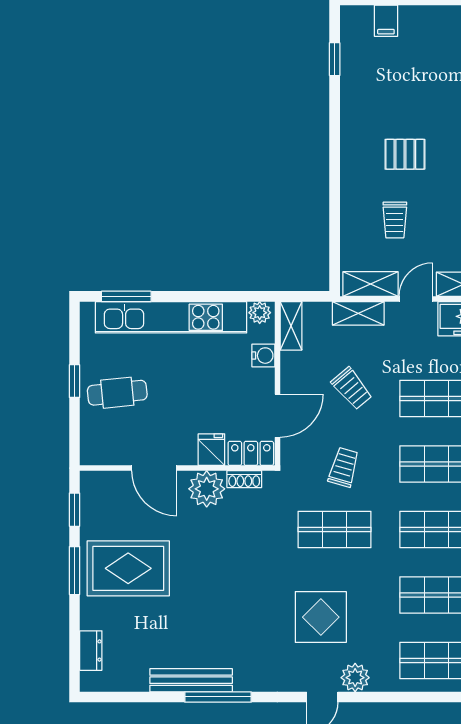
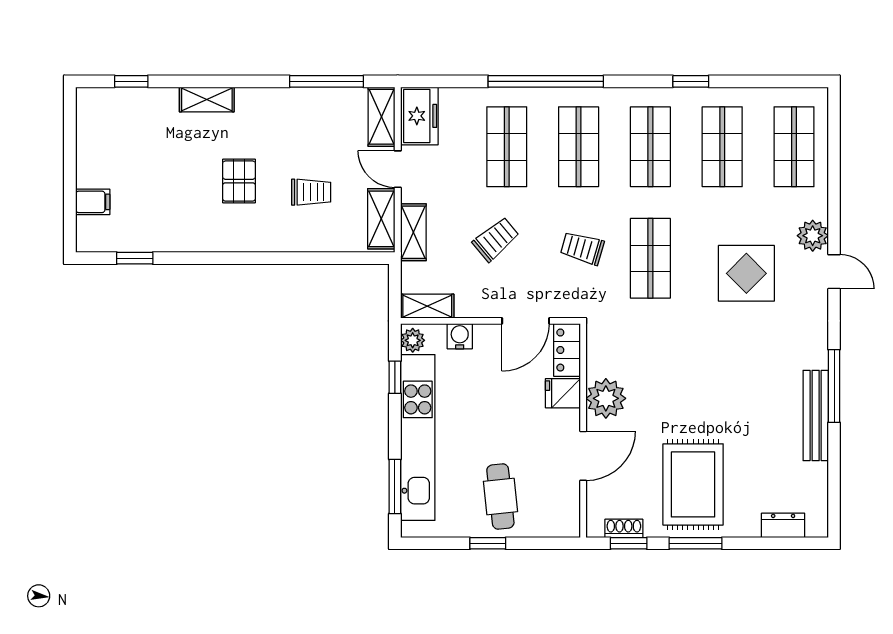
window: (226, 296) -> (395, 377), added
door: (277, 416) -> (526, 321), swing flipped
shoe rack: (244, 479) -> (624, 528), moved, turned -90

